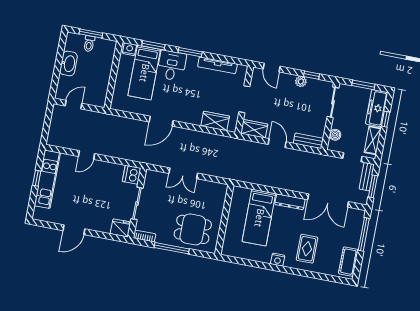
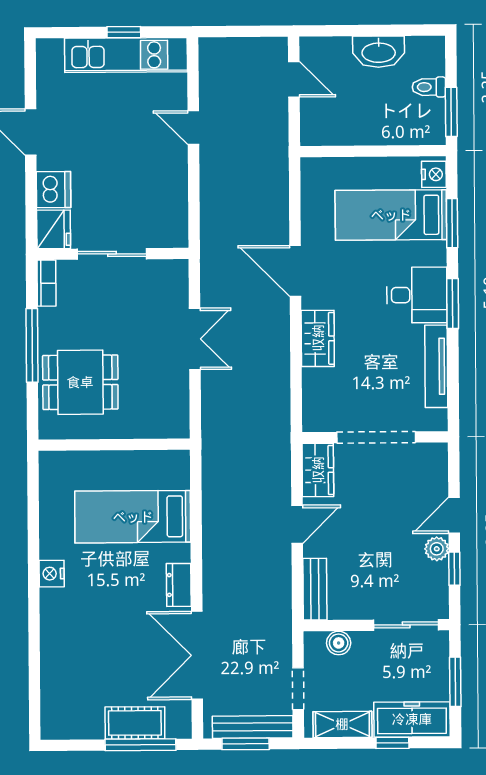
window: (91, 33) -> (451, 112), moved
desk: (172, 66) -> (417, 295), moved
door: (272, 68) -> (454, 515), moved
doorway: (244, 99) -> (376, 437), width x1.36
wardrobe: (215, 121) -> (318, 338), moved
double door: (183, 173) -> (195, 339), swing flipped
dishwasher: (132, 175) -> (54, 190), moved, turned 90
bench: (367, 177) -> (253, 727), width x1.36
dresser: (290, 202) -> (179, 585), width x0.70
dining table: (193, 229) -> (80, 382), turned 90
rug: (307, 249) -> (87, 631), removed
cot: (348, 262) -> (135, 723), moved

